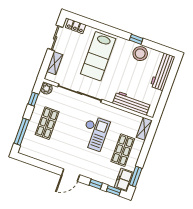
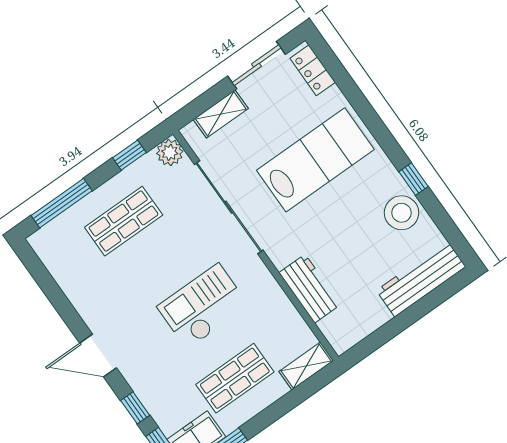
lab bench: (98, 56) -> (315, 160), turned 180
workbench: (132, 103) -> (310, 289), width x0.73
checkout: (95, 133) -> (203, 306), turned 180

